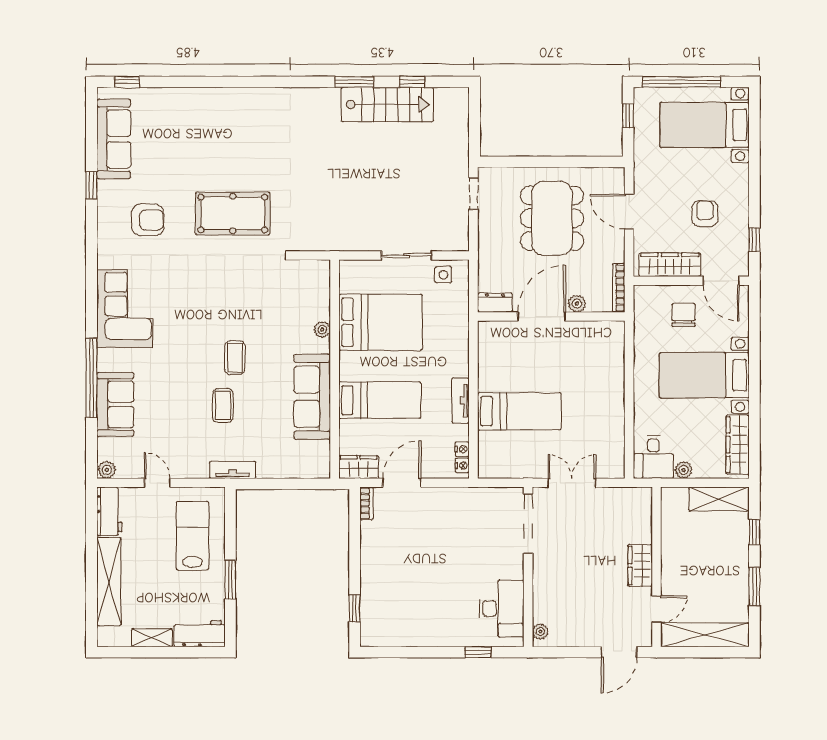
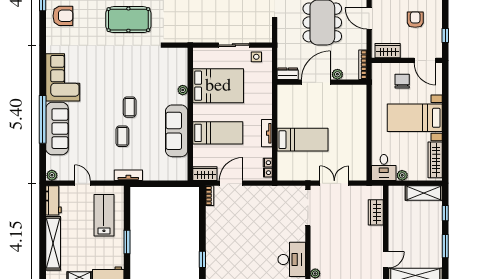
armchair: (148, 220) -> (63, 16), moved
wardrobe: (670, 265) -> (388, 51), width x0.67
sofa: (115, 404) -> (57, 129), width x1.36
wardrobe: (640, 565) -> (376, 212), moved

